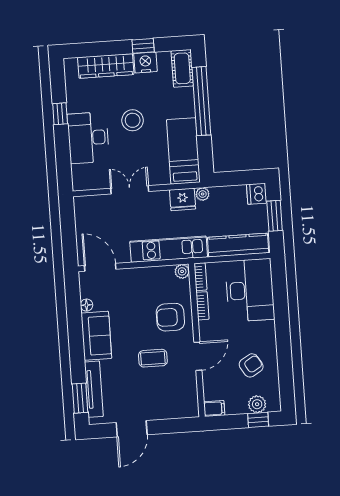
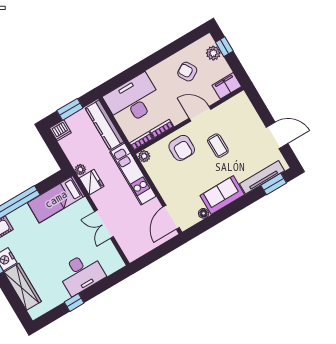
stool: (133, 120) -> (52, 247), removed
filing cabinet: (214, 408) -> (227, 86), width x2.00

